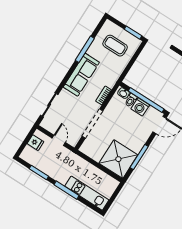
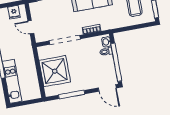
washing machine: (140, 107) -> (108, 63), removed
door: (59, 140) -> (31, 27), swing flipped
shower: (118, 159) -> (55, 71), moved

